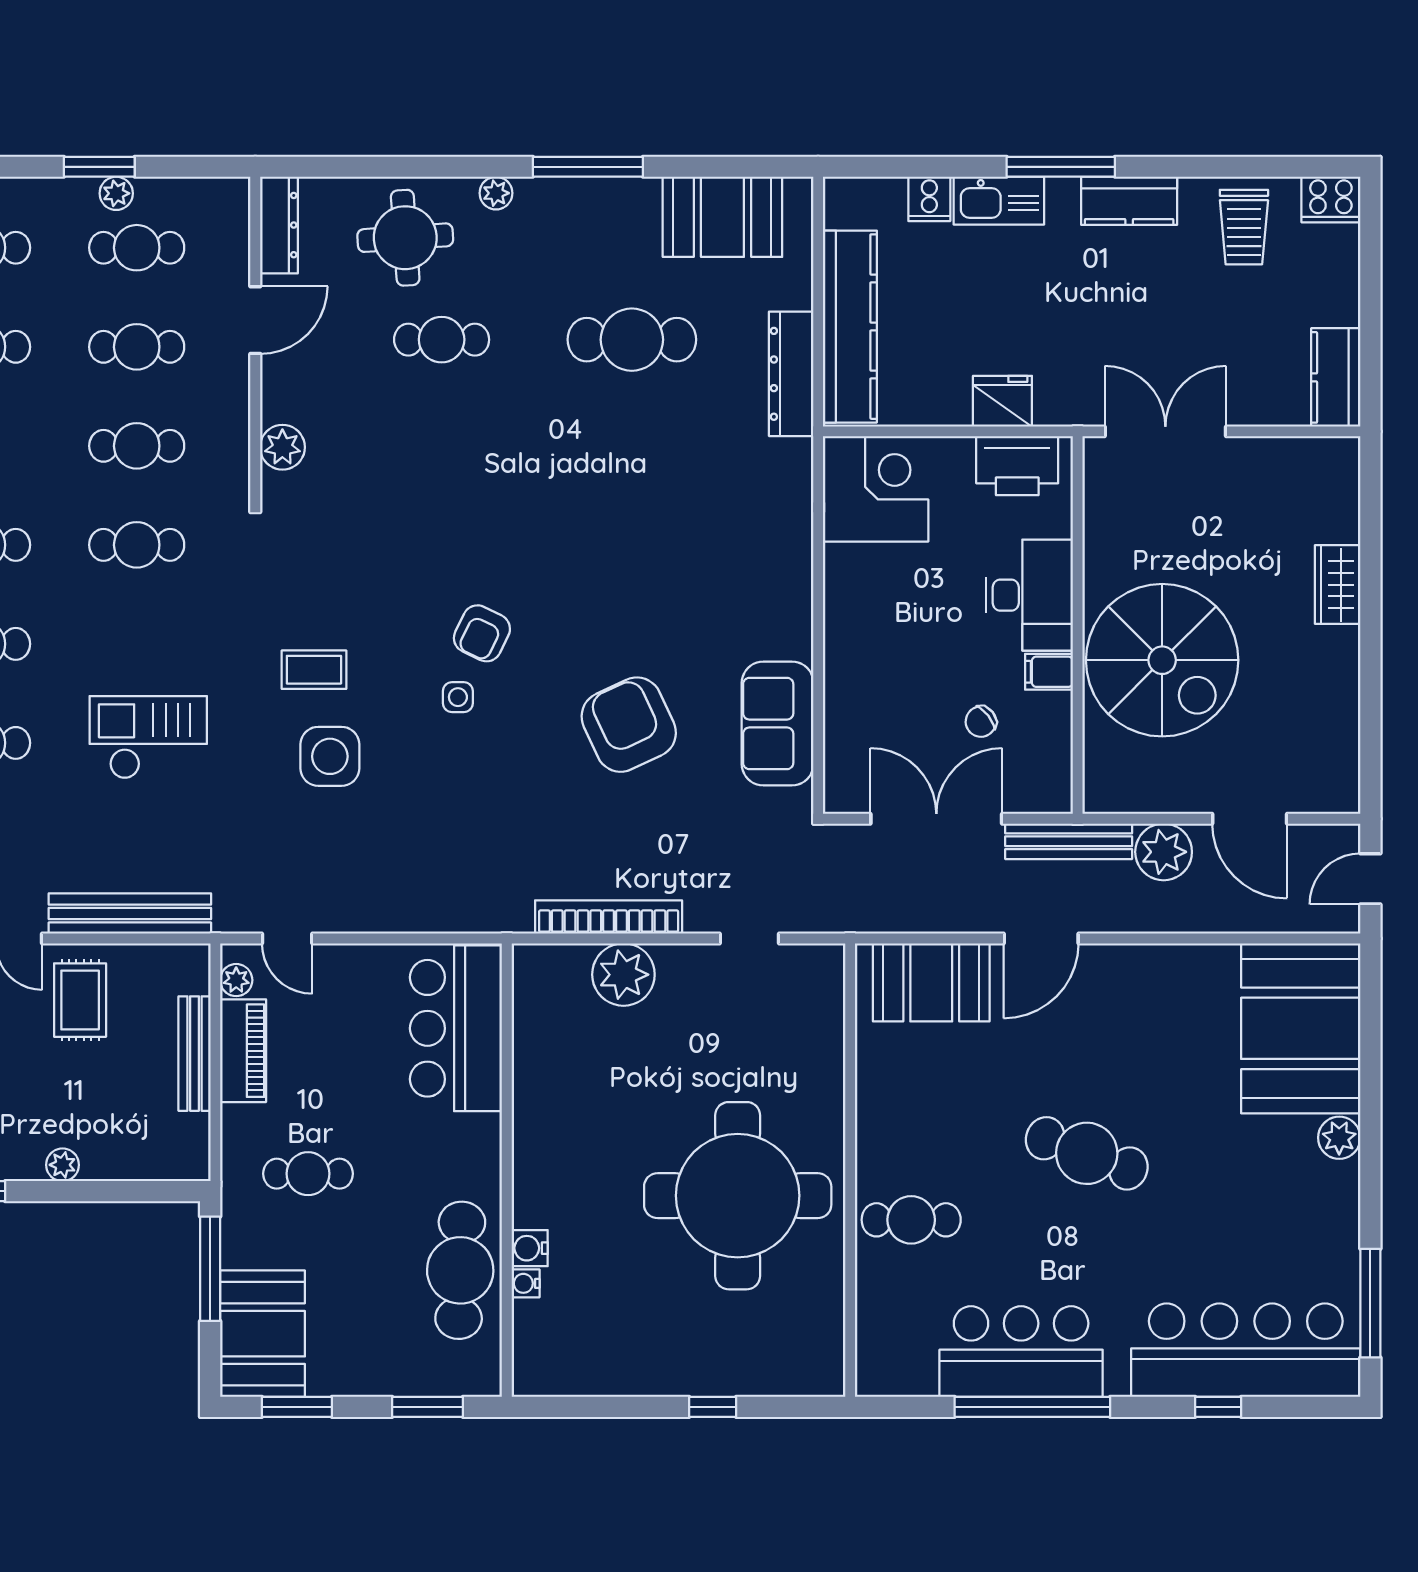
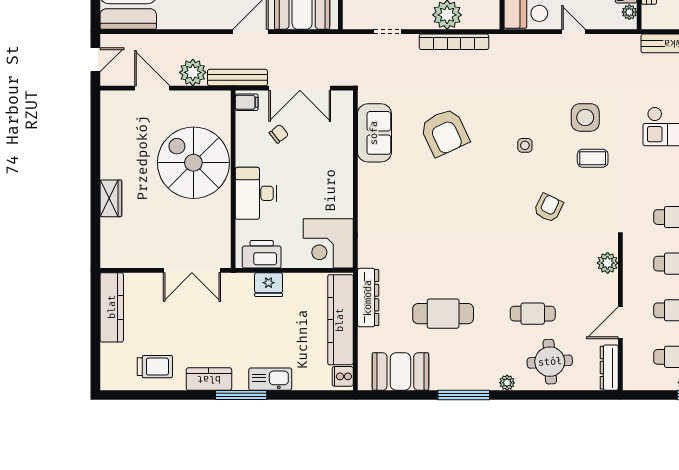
cooker: (929, 199) -> (343, 376), moved, turned -90
cooker: (1331, 200) -> (114, 380), removed
trolley: (1244, 227) -> (155, 367), turned 90
kitchen counter: (1336, 377) -> (112, 307), width x1.50
armchair: (482, 633) -> (548, 208), moved
filing cabinet: (1049, 672) -> (247, 102), moved
door: (287, 938) -> (574, 32), moved

